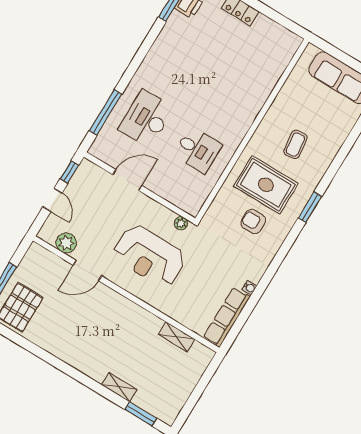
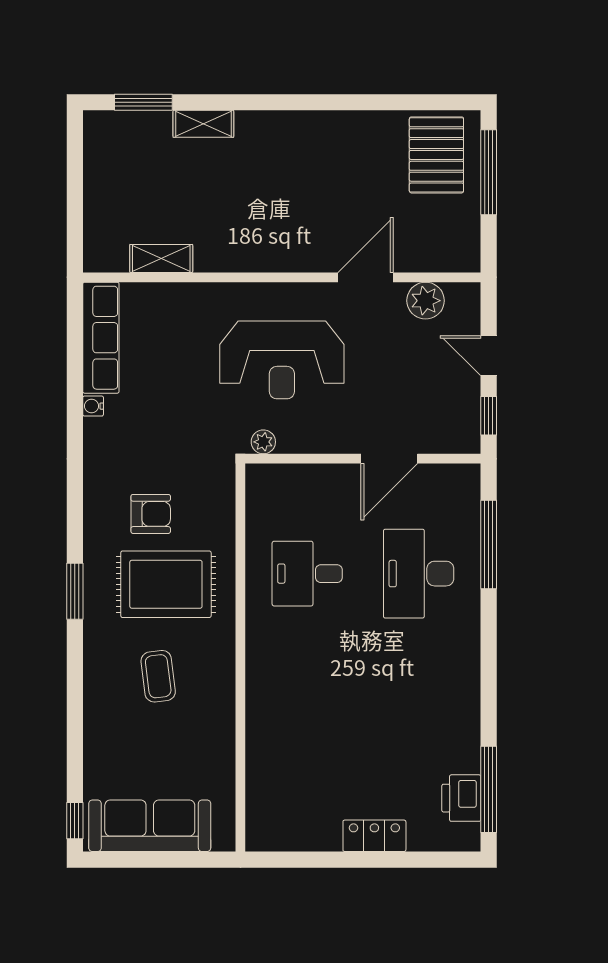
desk: (146, 119) -> (419, 574), turned 180
reception desk: (149, 256) -> (282, 360), turned 180

